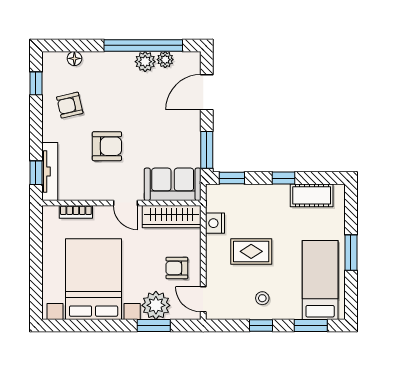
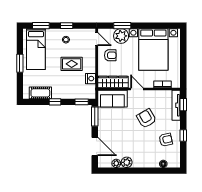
window: (143, 45) -> (128, 171), removed
window: (36, 83) -> (183, 135), moved
door: (207, 92) -> (95, 146), hinge flipped
armchair: (107, 146) -> (146, 118), turned 60

